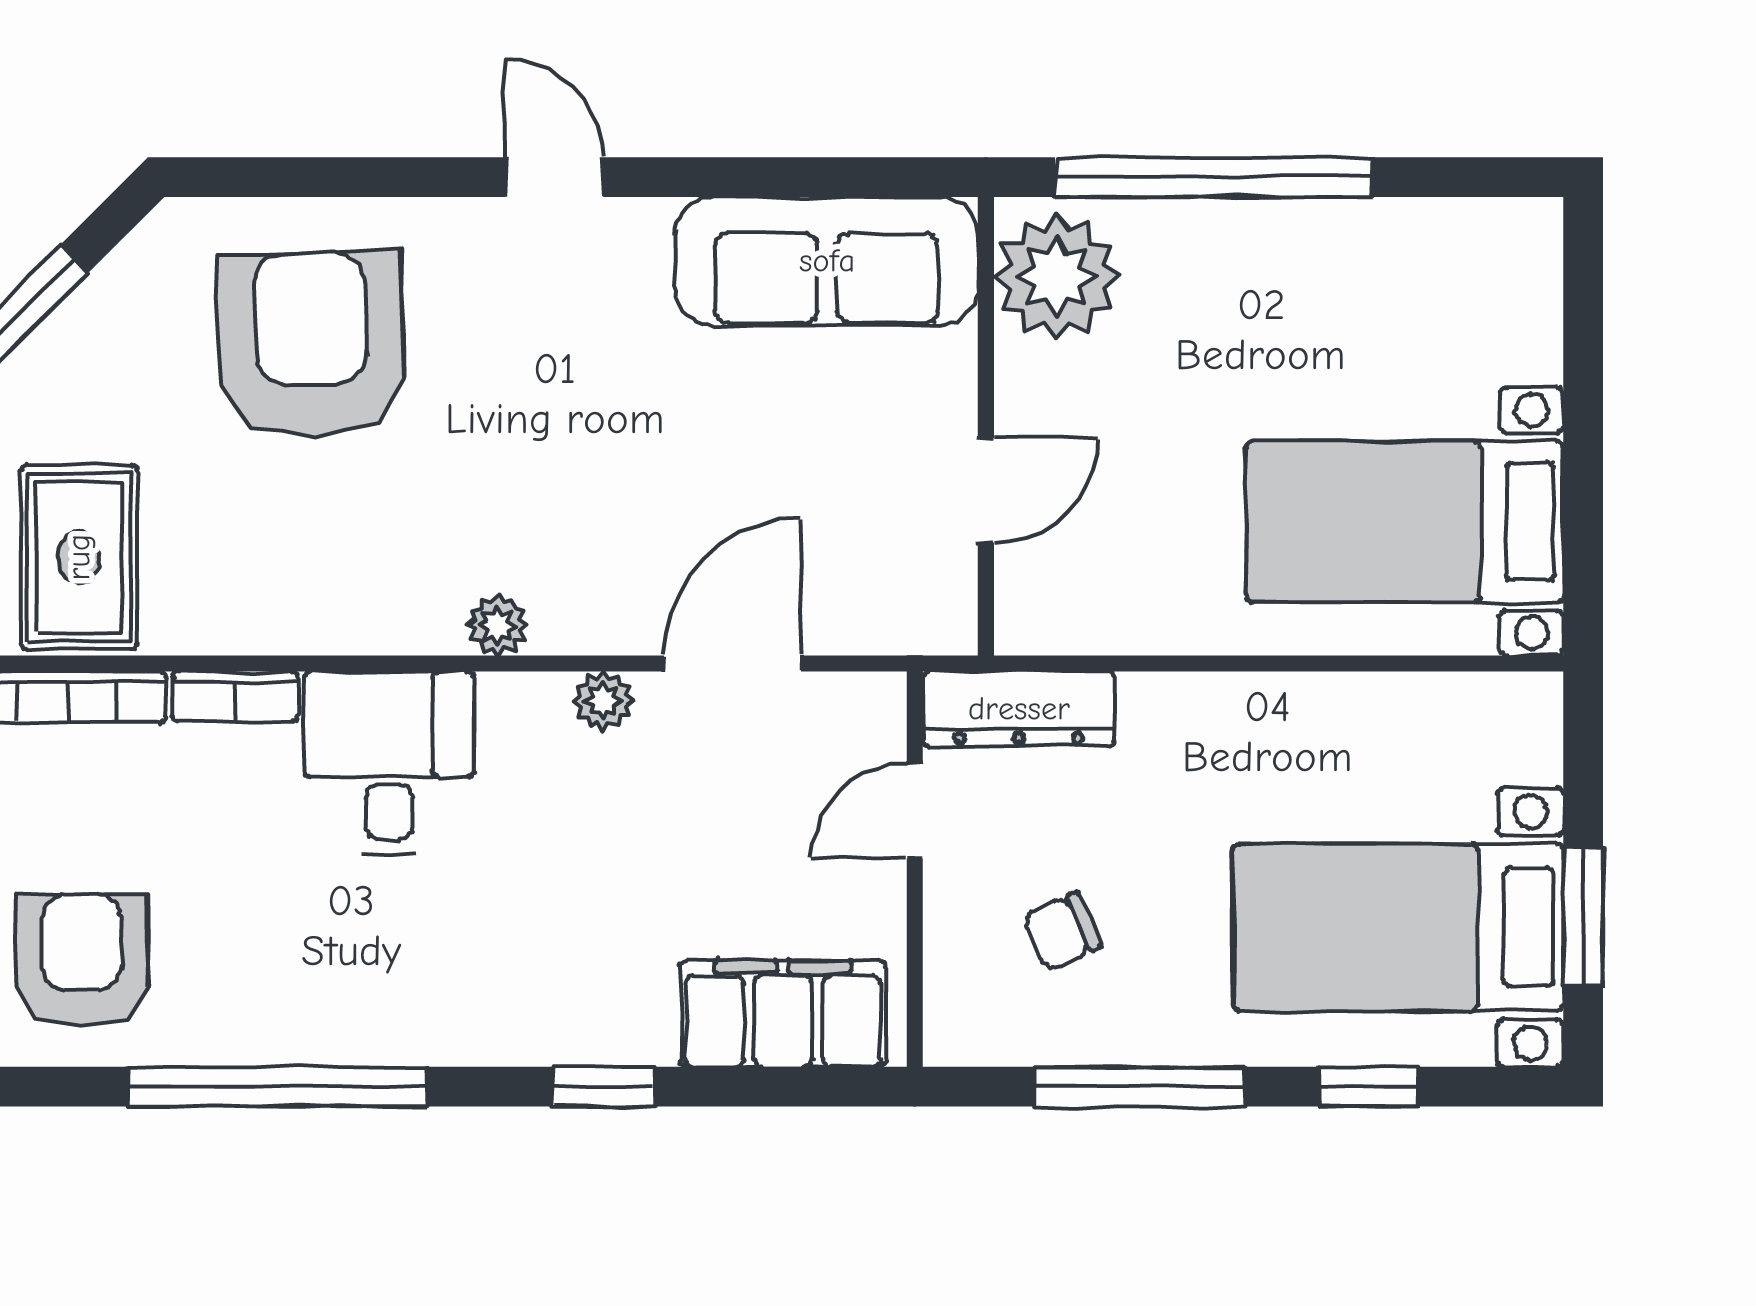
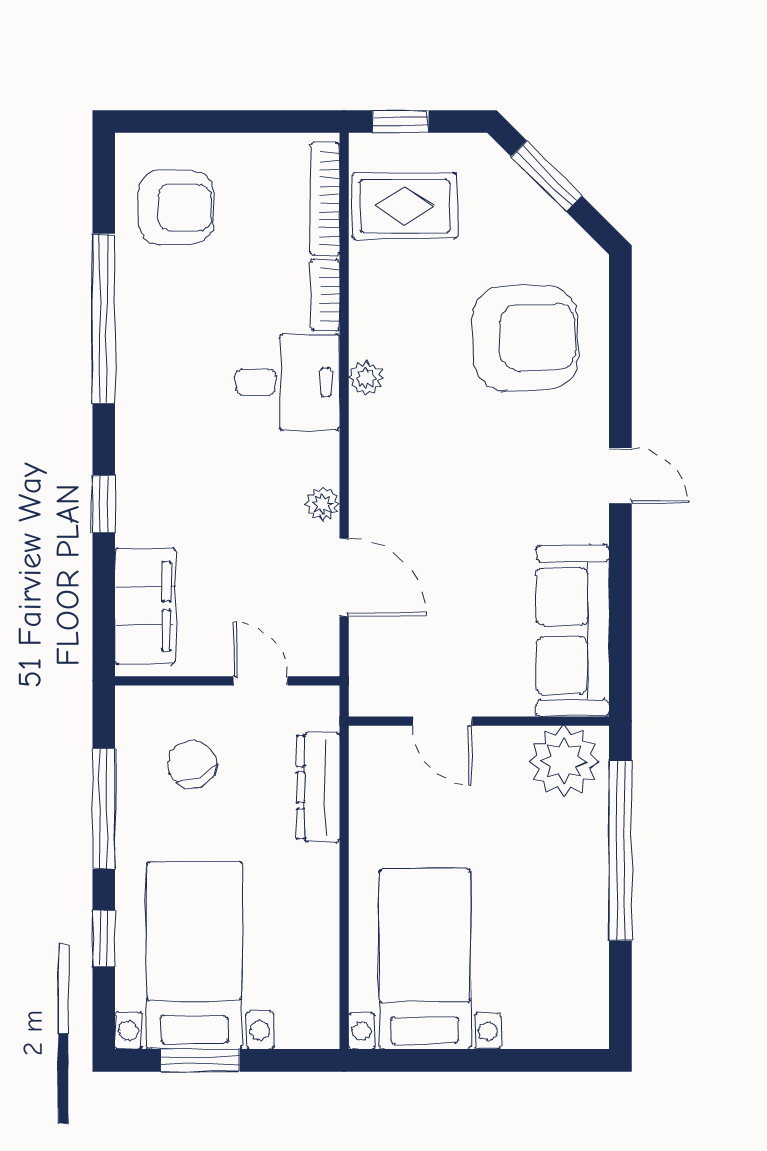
door: (554, 177) -> (620, 476), hinge flipped
plant: (498, 625) -> (366, 378), moved
dresser: (1019, 709) -> (318, 787), moved
chair: (1062, 932) -> (192, 764), width x1.37, depth x1.37

